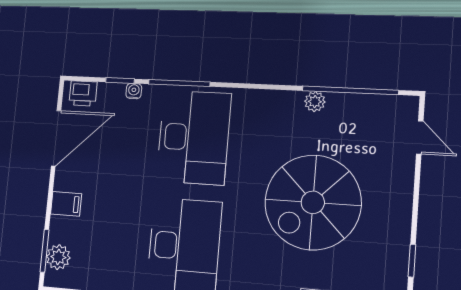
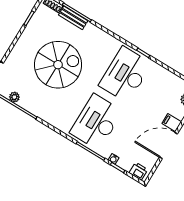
plant: (315, 102) -> (14, 97), moved
door: (56, 138) -> (168, 146), moved

